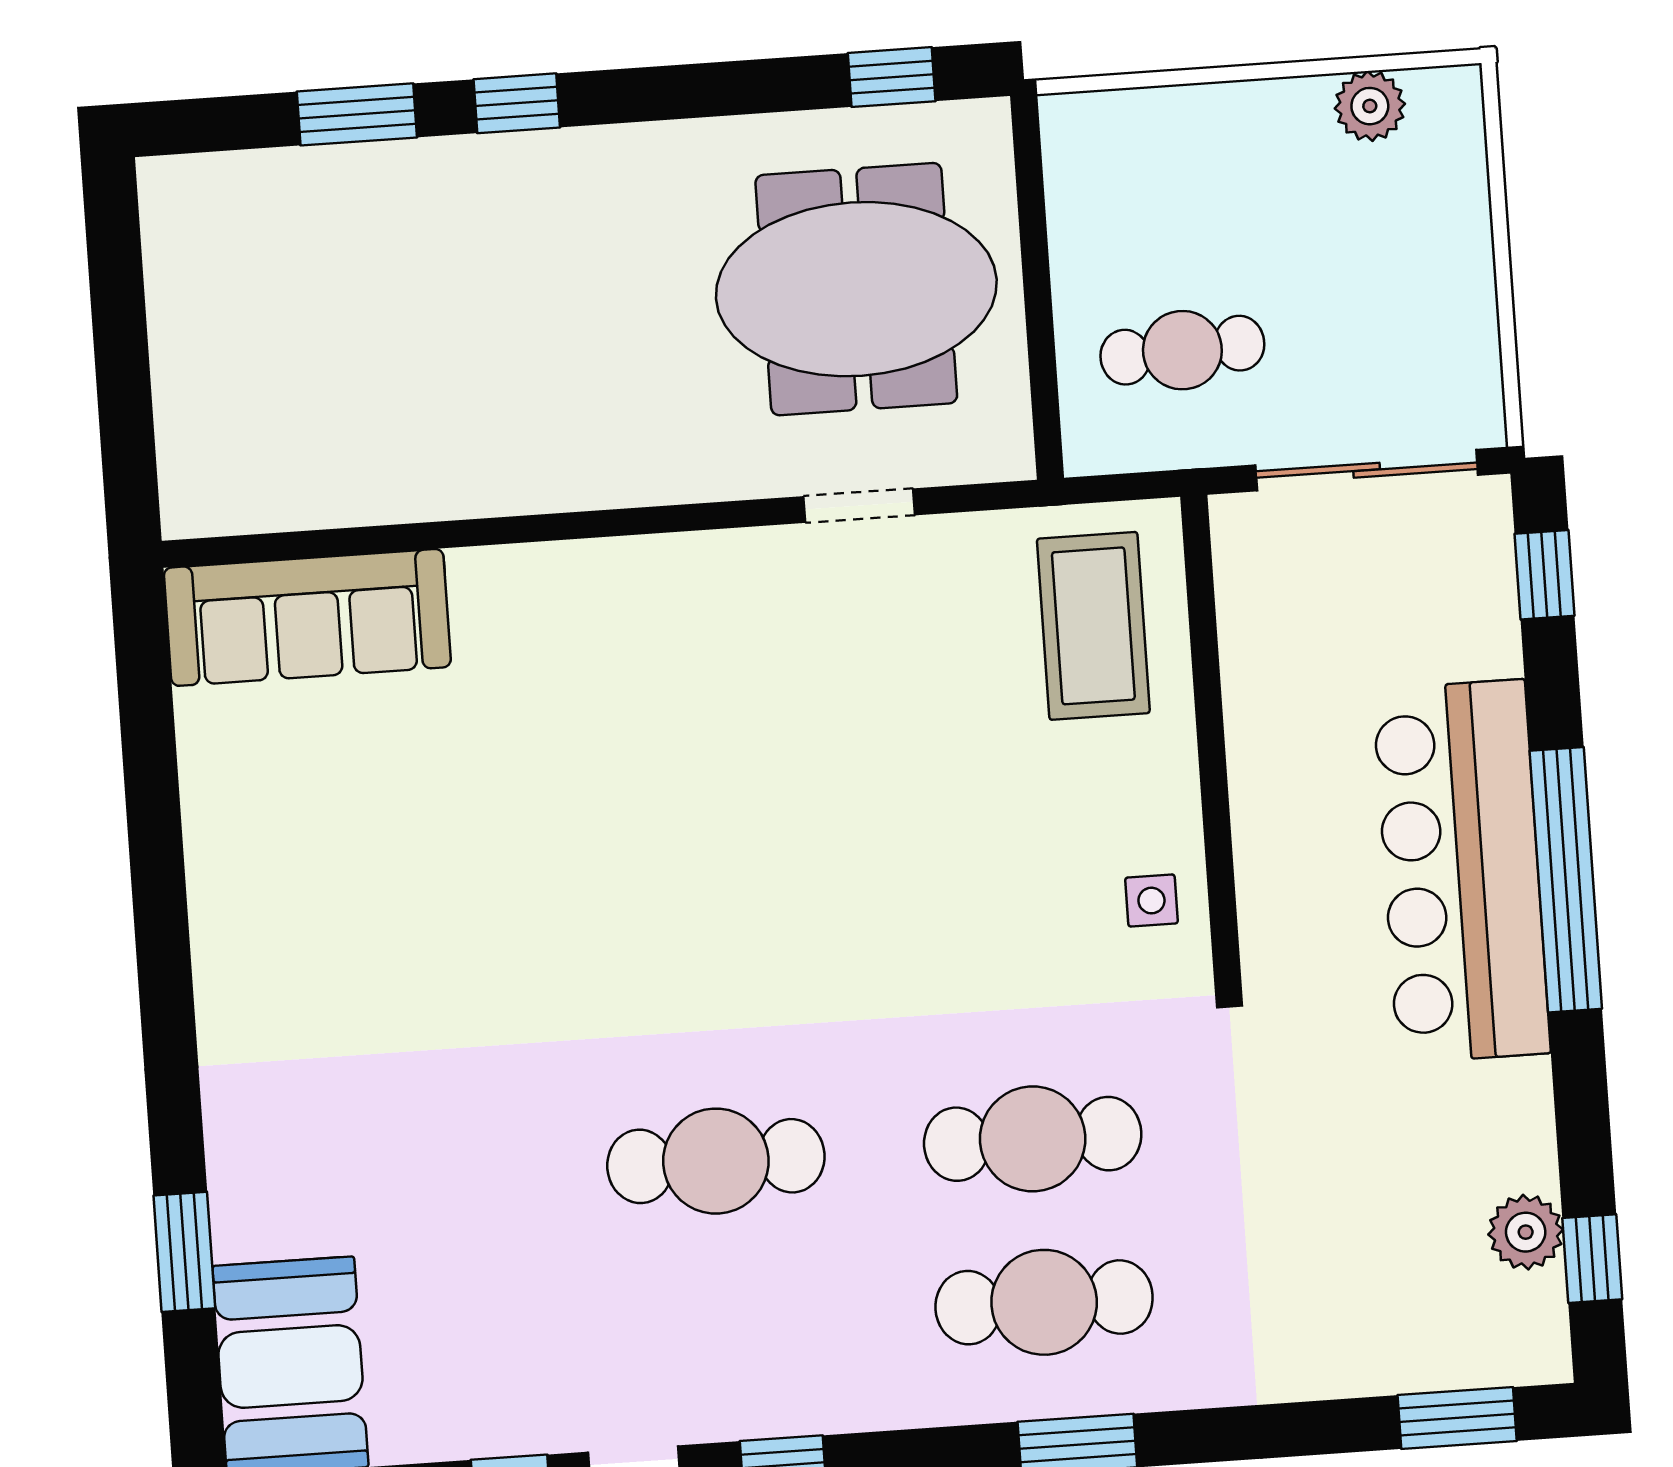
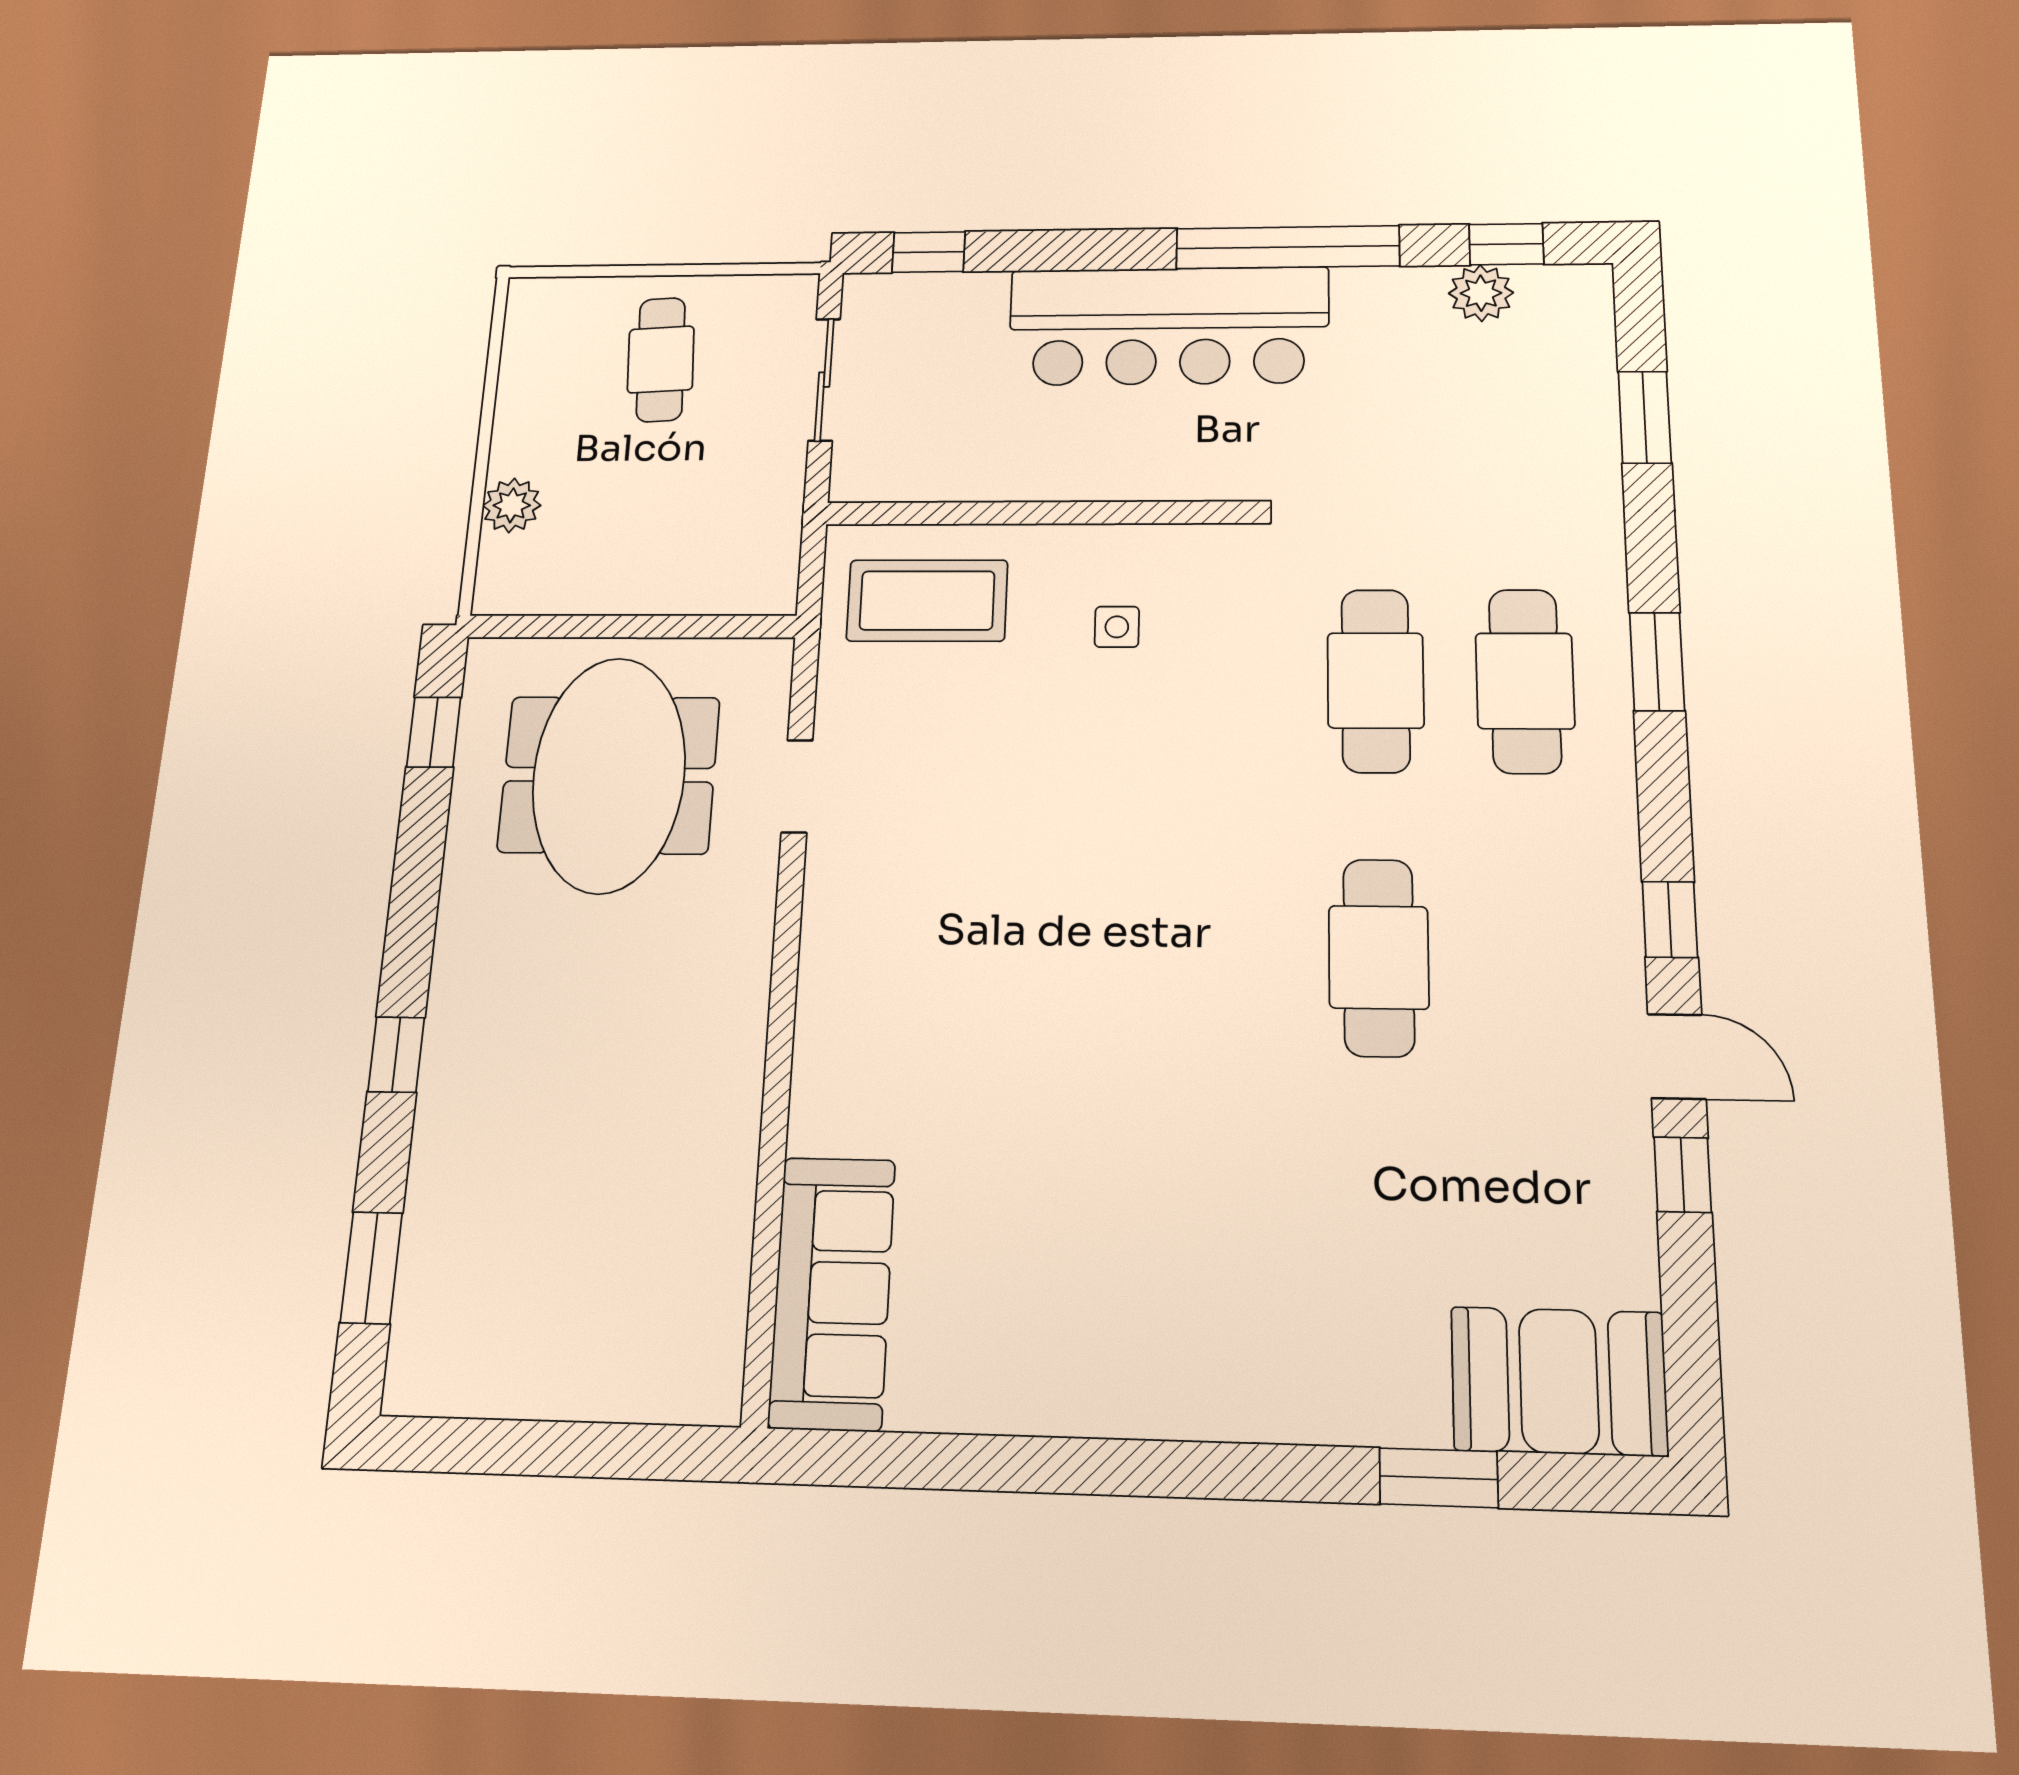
plant: (1370, 106) -> (512, 505), moved
window: (357, 114) -> (371, 1268), moved
cafe table: (1182, 350) -> (661, 359), moved
sliding door: (1367, 470) -> (824, 380), width x0.73
window: (1566, 880) -> (1288, 247), moved
side table: (1151, 901) -> (1117, 627), moved
window: (1457, 1418) -> (1645, 417), moved

